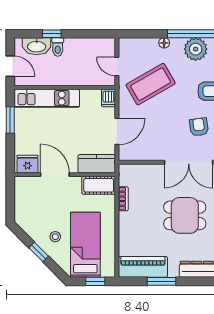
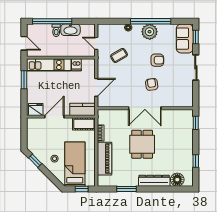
window: (52, 34) -> (52, 21), width x3.17
washbasin: (37, 46) -> (70, 30), moved
coffee table: (151, 84) -> (119, 55), width x0.54, depth x0.58
dishwasher: (108, 98) -> (76, 65), moved
door: (55, 175) -> (54, 117), hinge flipped
dining table: (185, 215) -> (142, 144), turned 90
window: (39, 252) -> (35, 161), moved
piano: (143, 267) -> (104, 159), moved, turned 90

